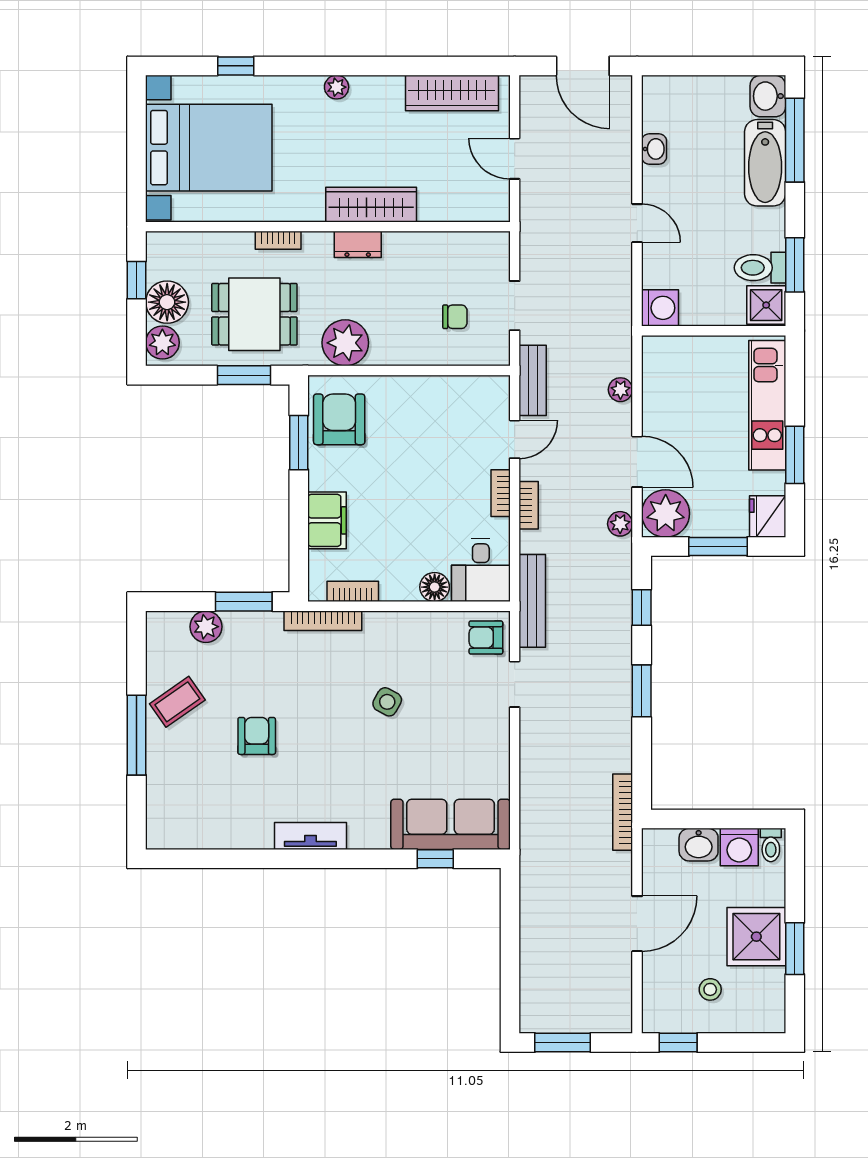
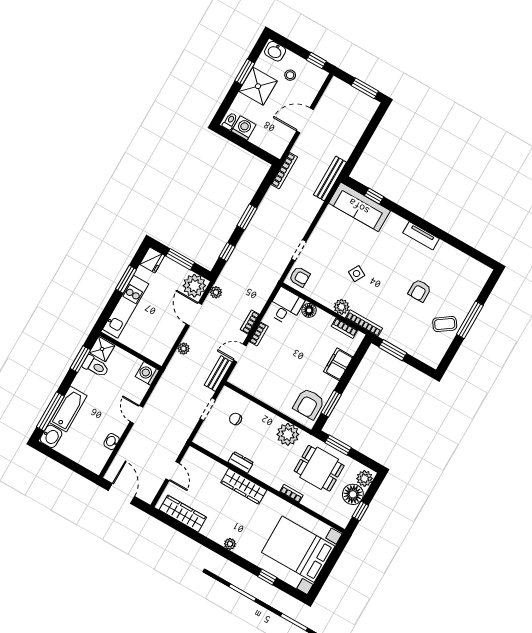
dresser: (358, 244) -> (241, 462), moved
bench: (532, 601) -> (330, 179), moved
plant: (206, 627) -> (342, 307), moved
washbasin: (699, 845) -> (275, 51), moved, turned 180

